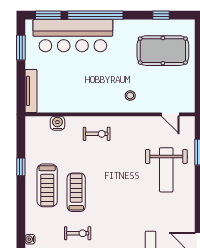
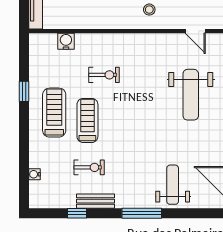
exercise bike: (97, 134) -> (104, 75), moved
treadmill: (47, 185) -> (54, 113), turned 180

